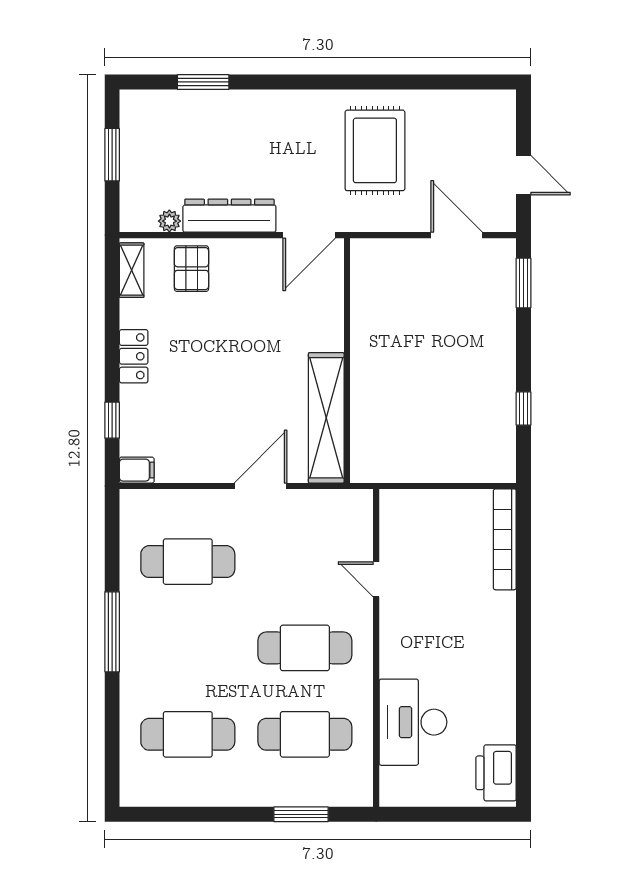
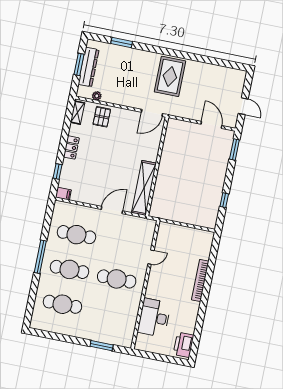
rug: (375, 150) -> (170, 76), moved
dresser: (229, 216) -> (89, 67), moved, turned 90
bookcase: (505, 539) -> (200, 280), moved
door: (376, 579) -> (151, 257), swing flipped
cafe table: (305, 734) -> (69, 269), moved

